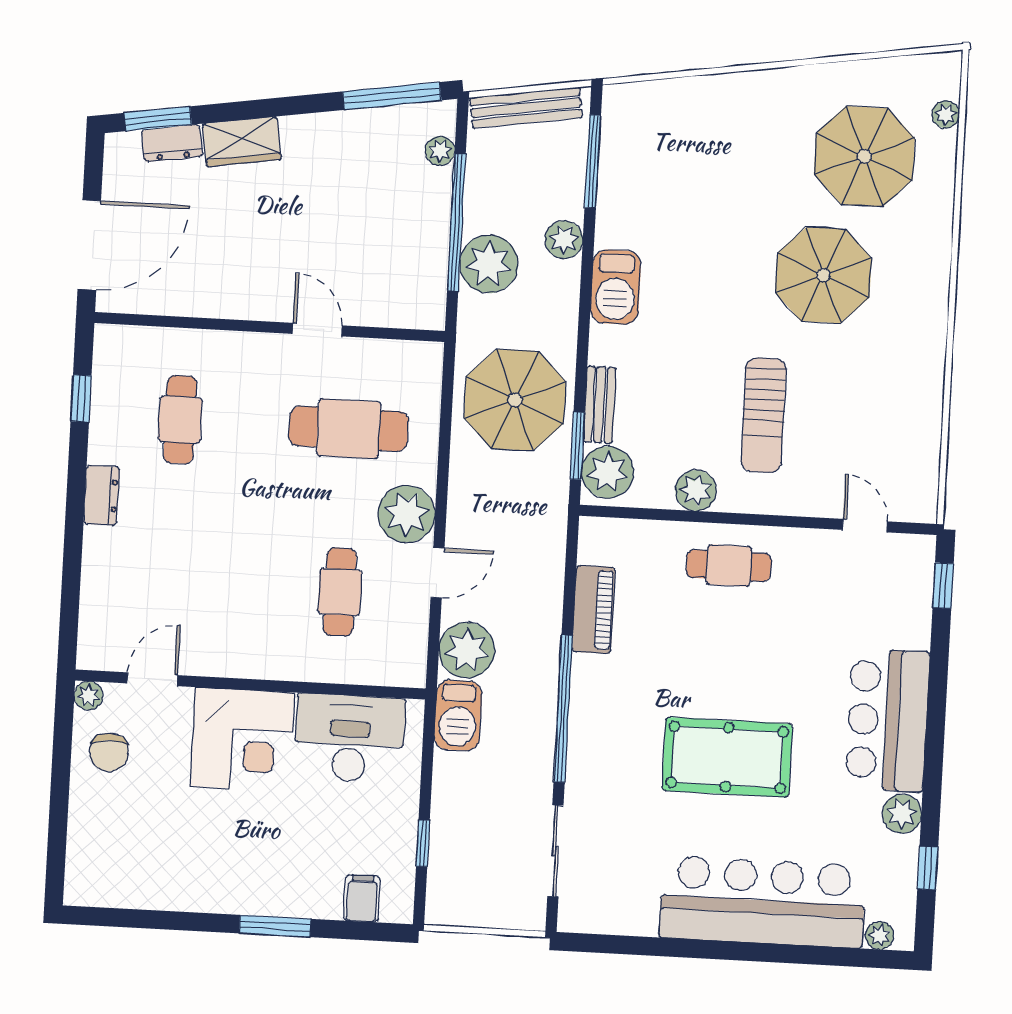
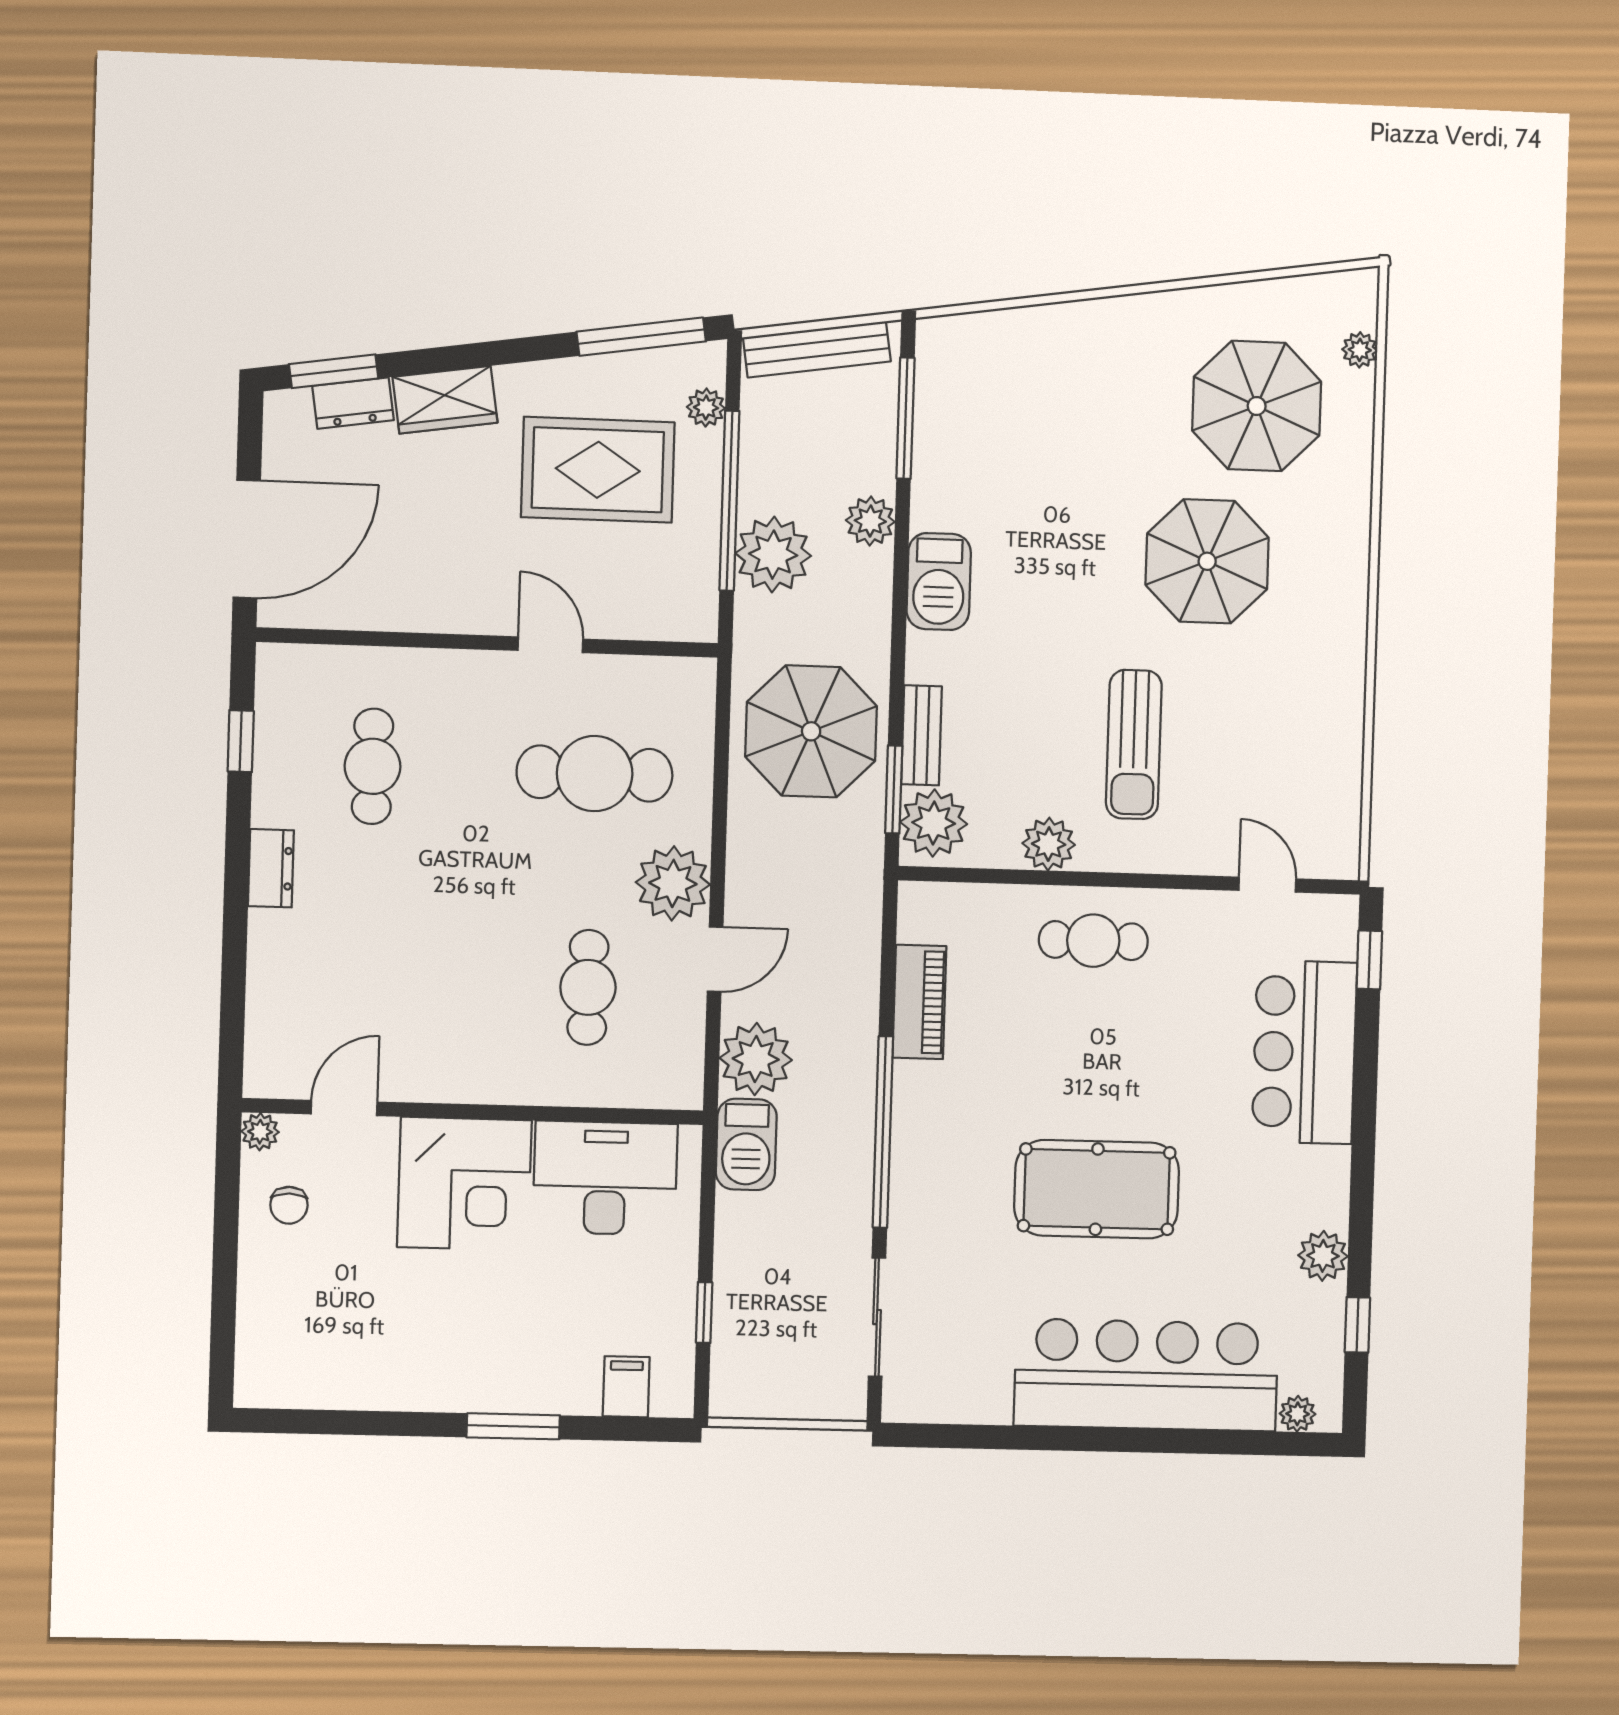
rug: (356, 197) -> (598, 470), added
bar counter: (887, 720) -> (1304, 1052), moved
chair: (109, 752) -> (289, 1205), width x0.73, depth x0.73

